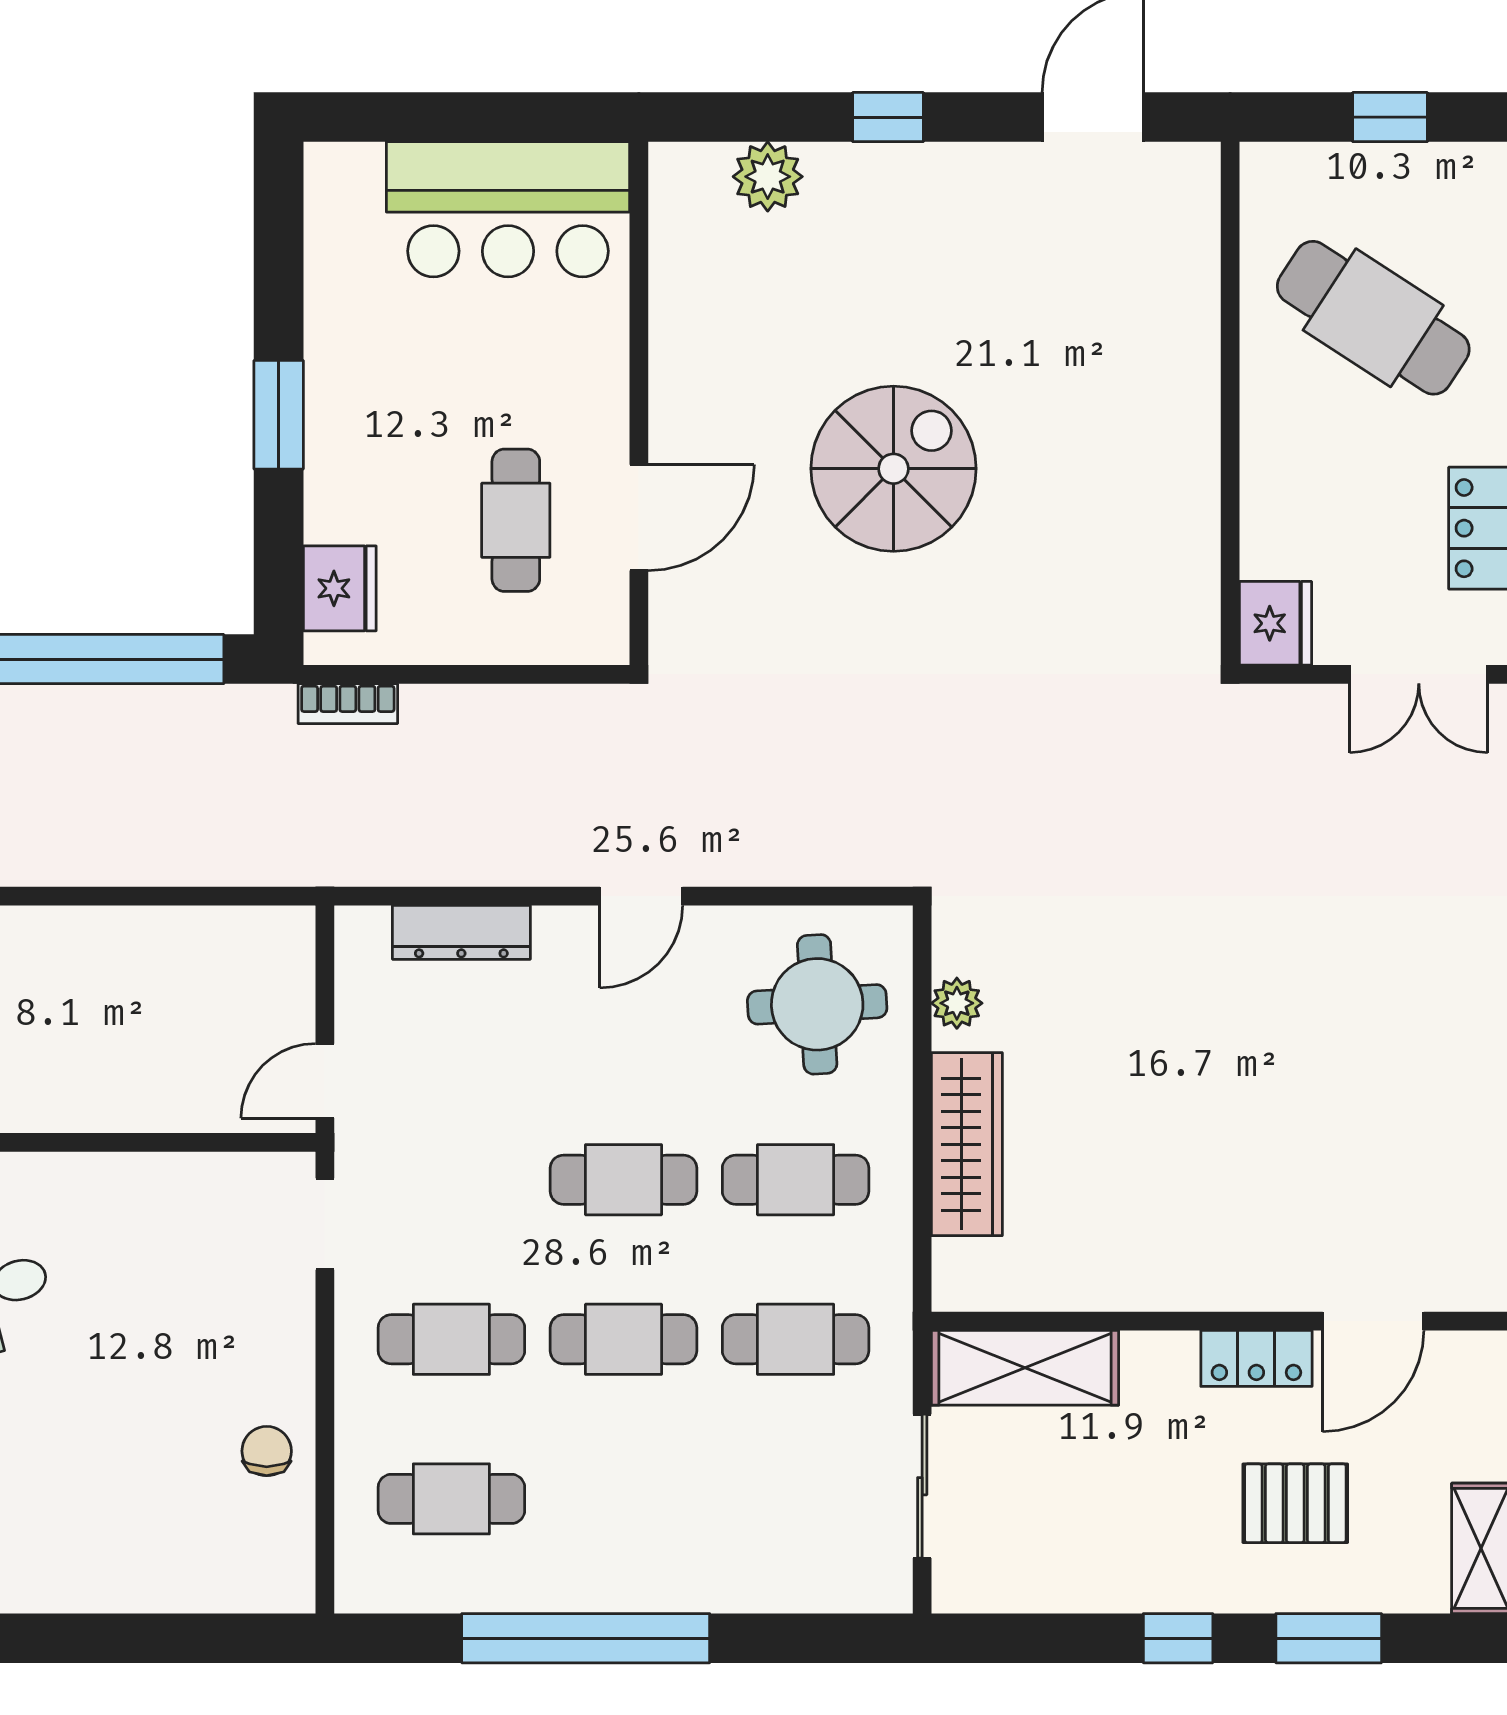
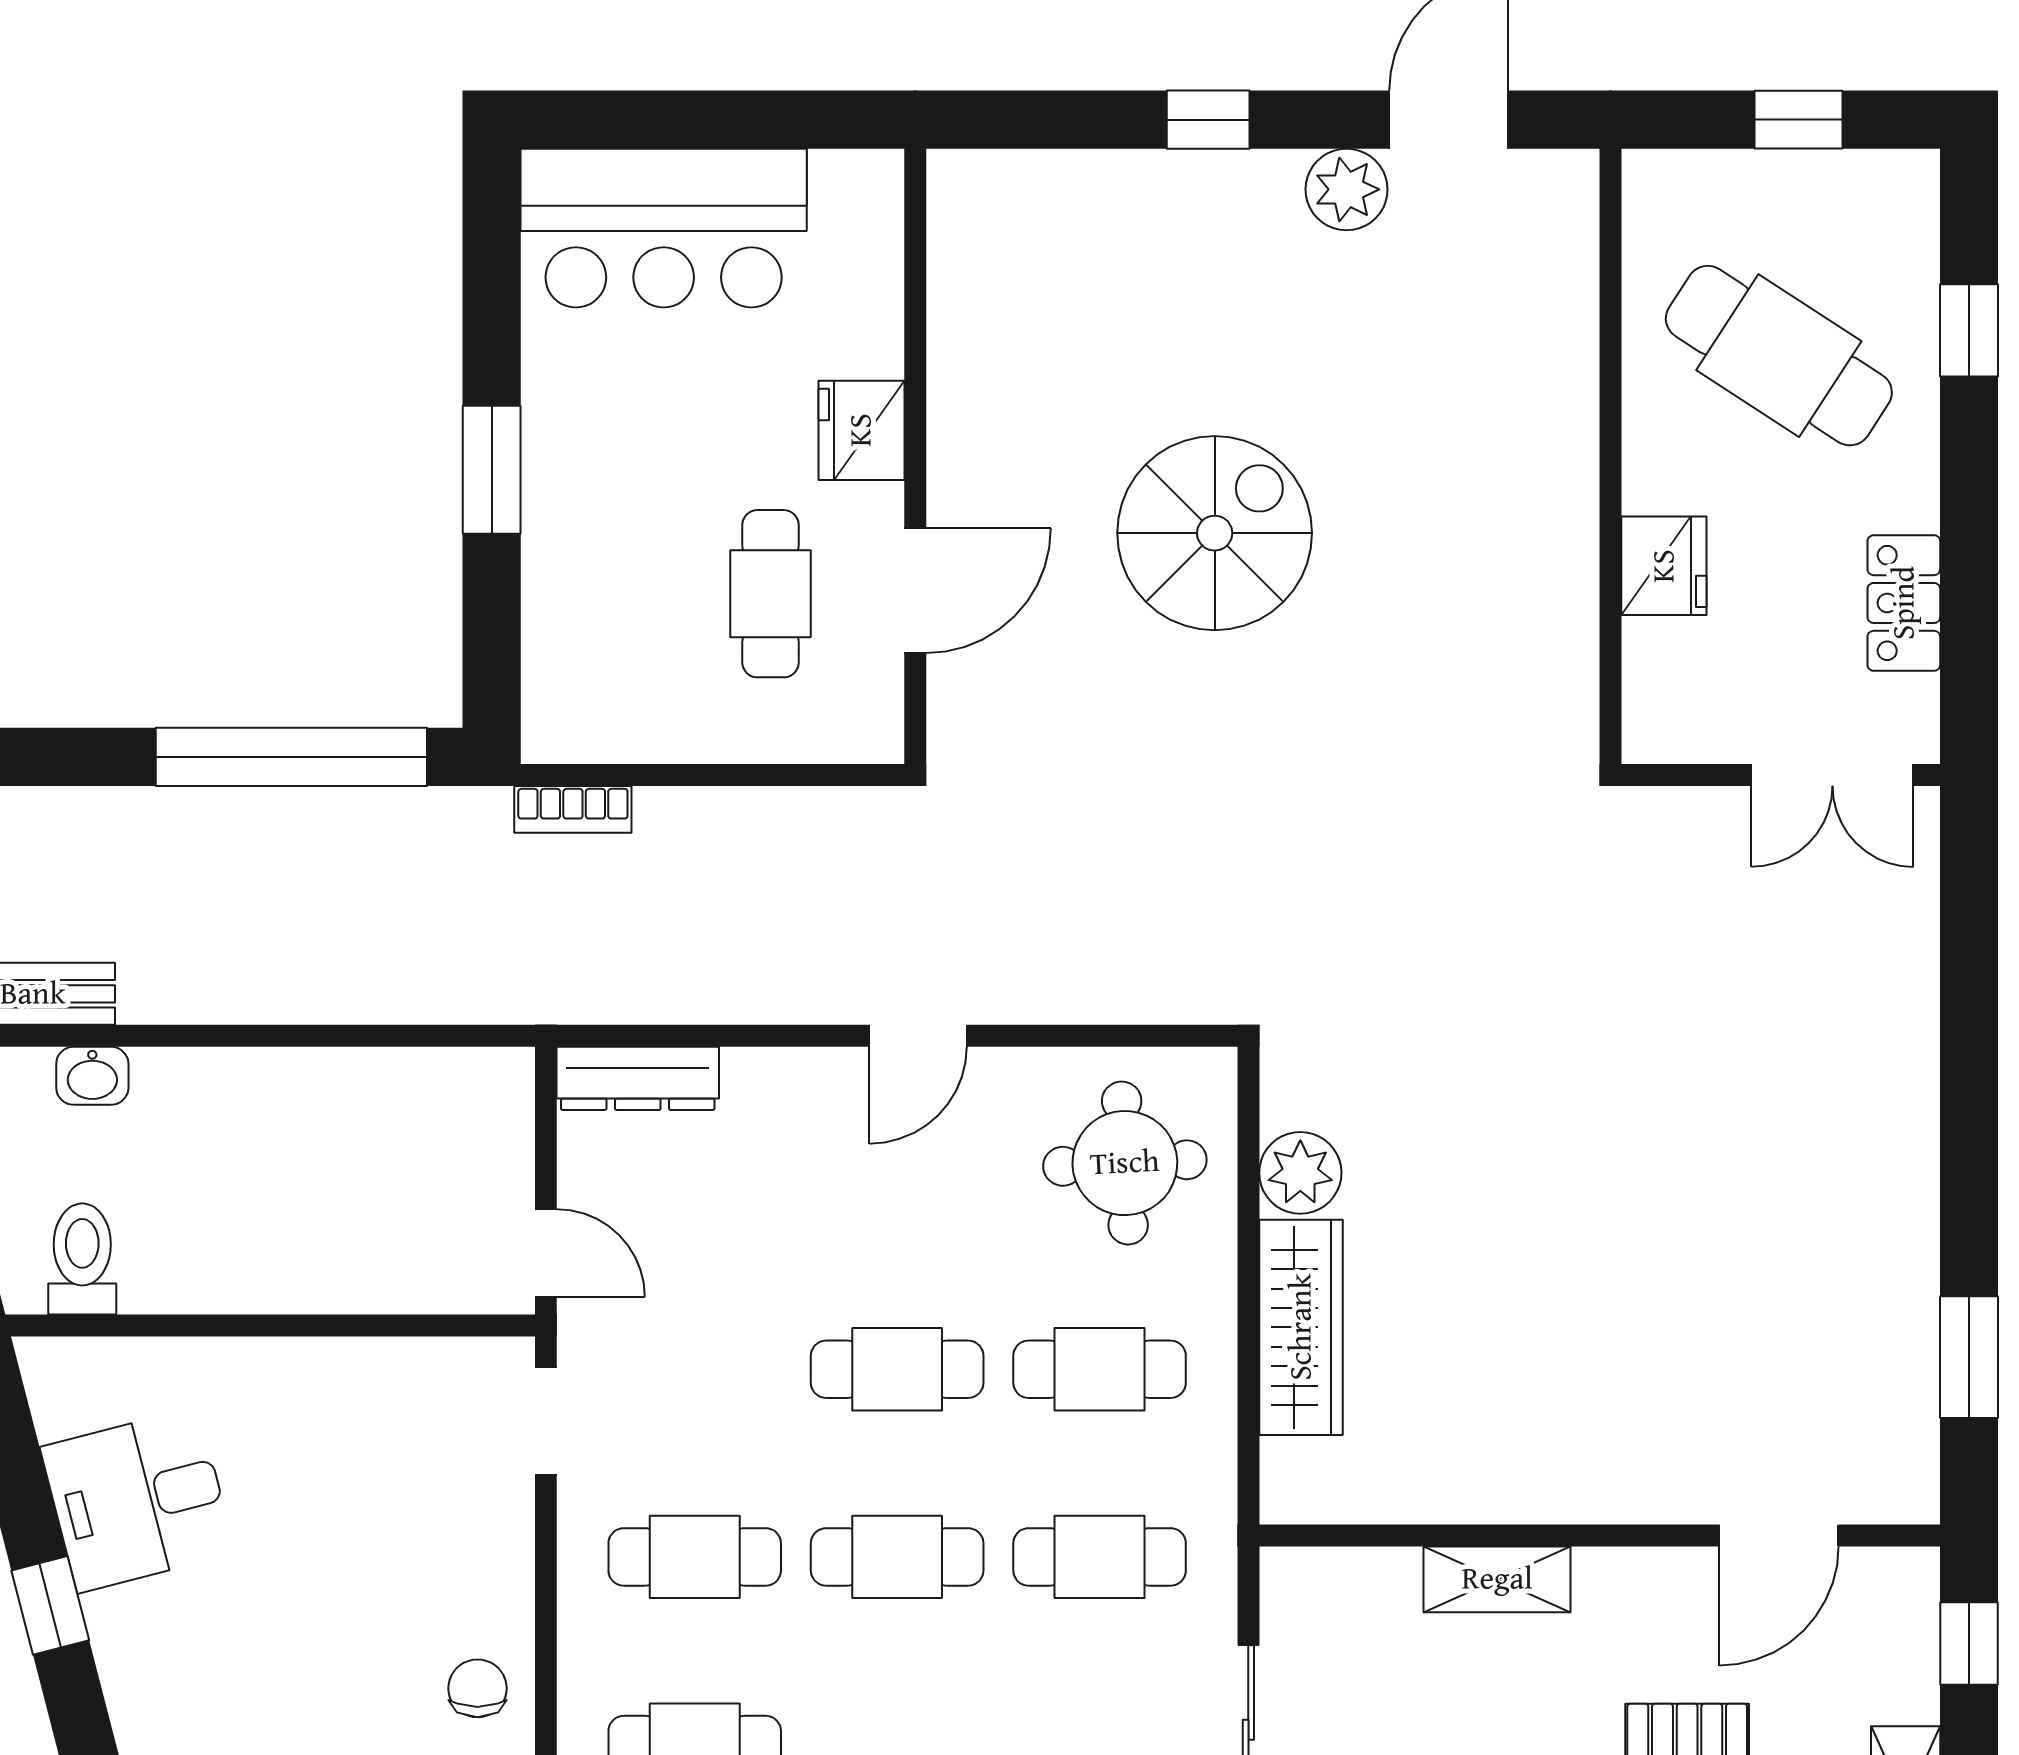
plant: (768, 177) -> (1347, 189), moved
bar counter: (508, 209) -> (664, 228), moved
fridge: (340, 588) -> (861, 430), moved, turned 180
fridge: (1275, 623) -> (1664, 566), moved
dresser: (461, 932) -> (638, 1078), moved
plant: (957, 1003) -> (1300, 1173), width x1.38, depth x1.38
door: (325, 1081) -> (546, 1253), swing flipped
locker: (1256, 1358) -> (1641, 1579), removed
shelving: (1025, 1368) -> (1497, 1579), moved, width x0.67, depth x0.75

